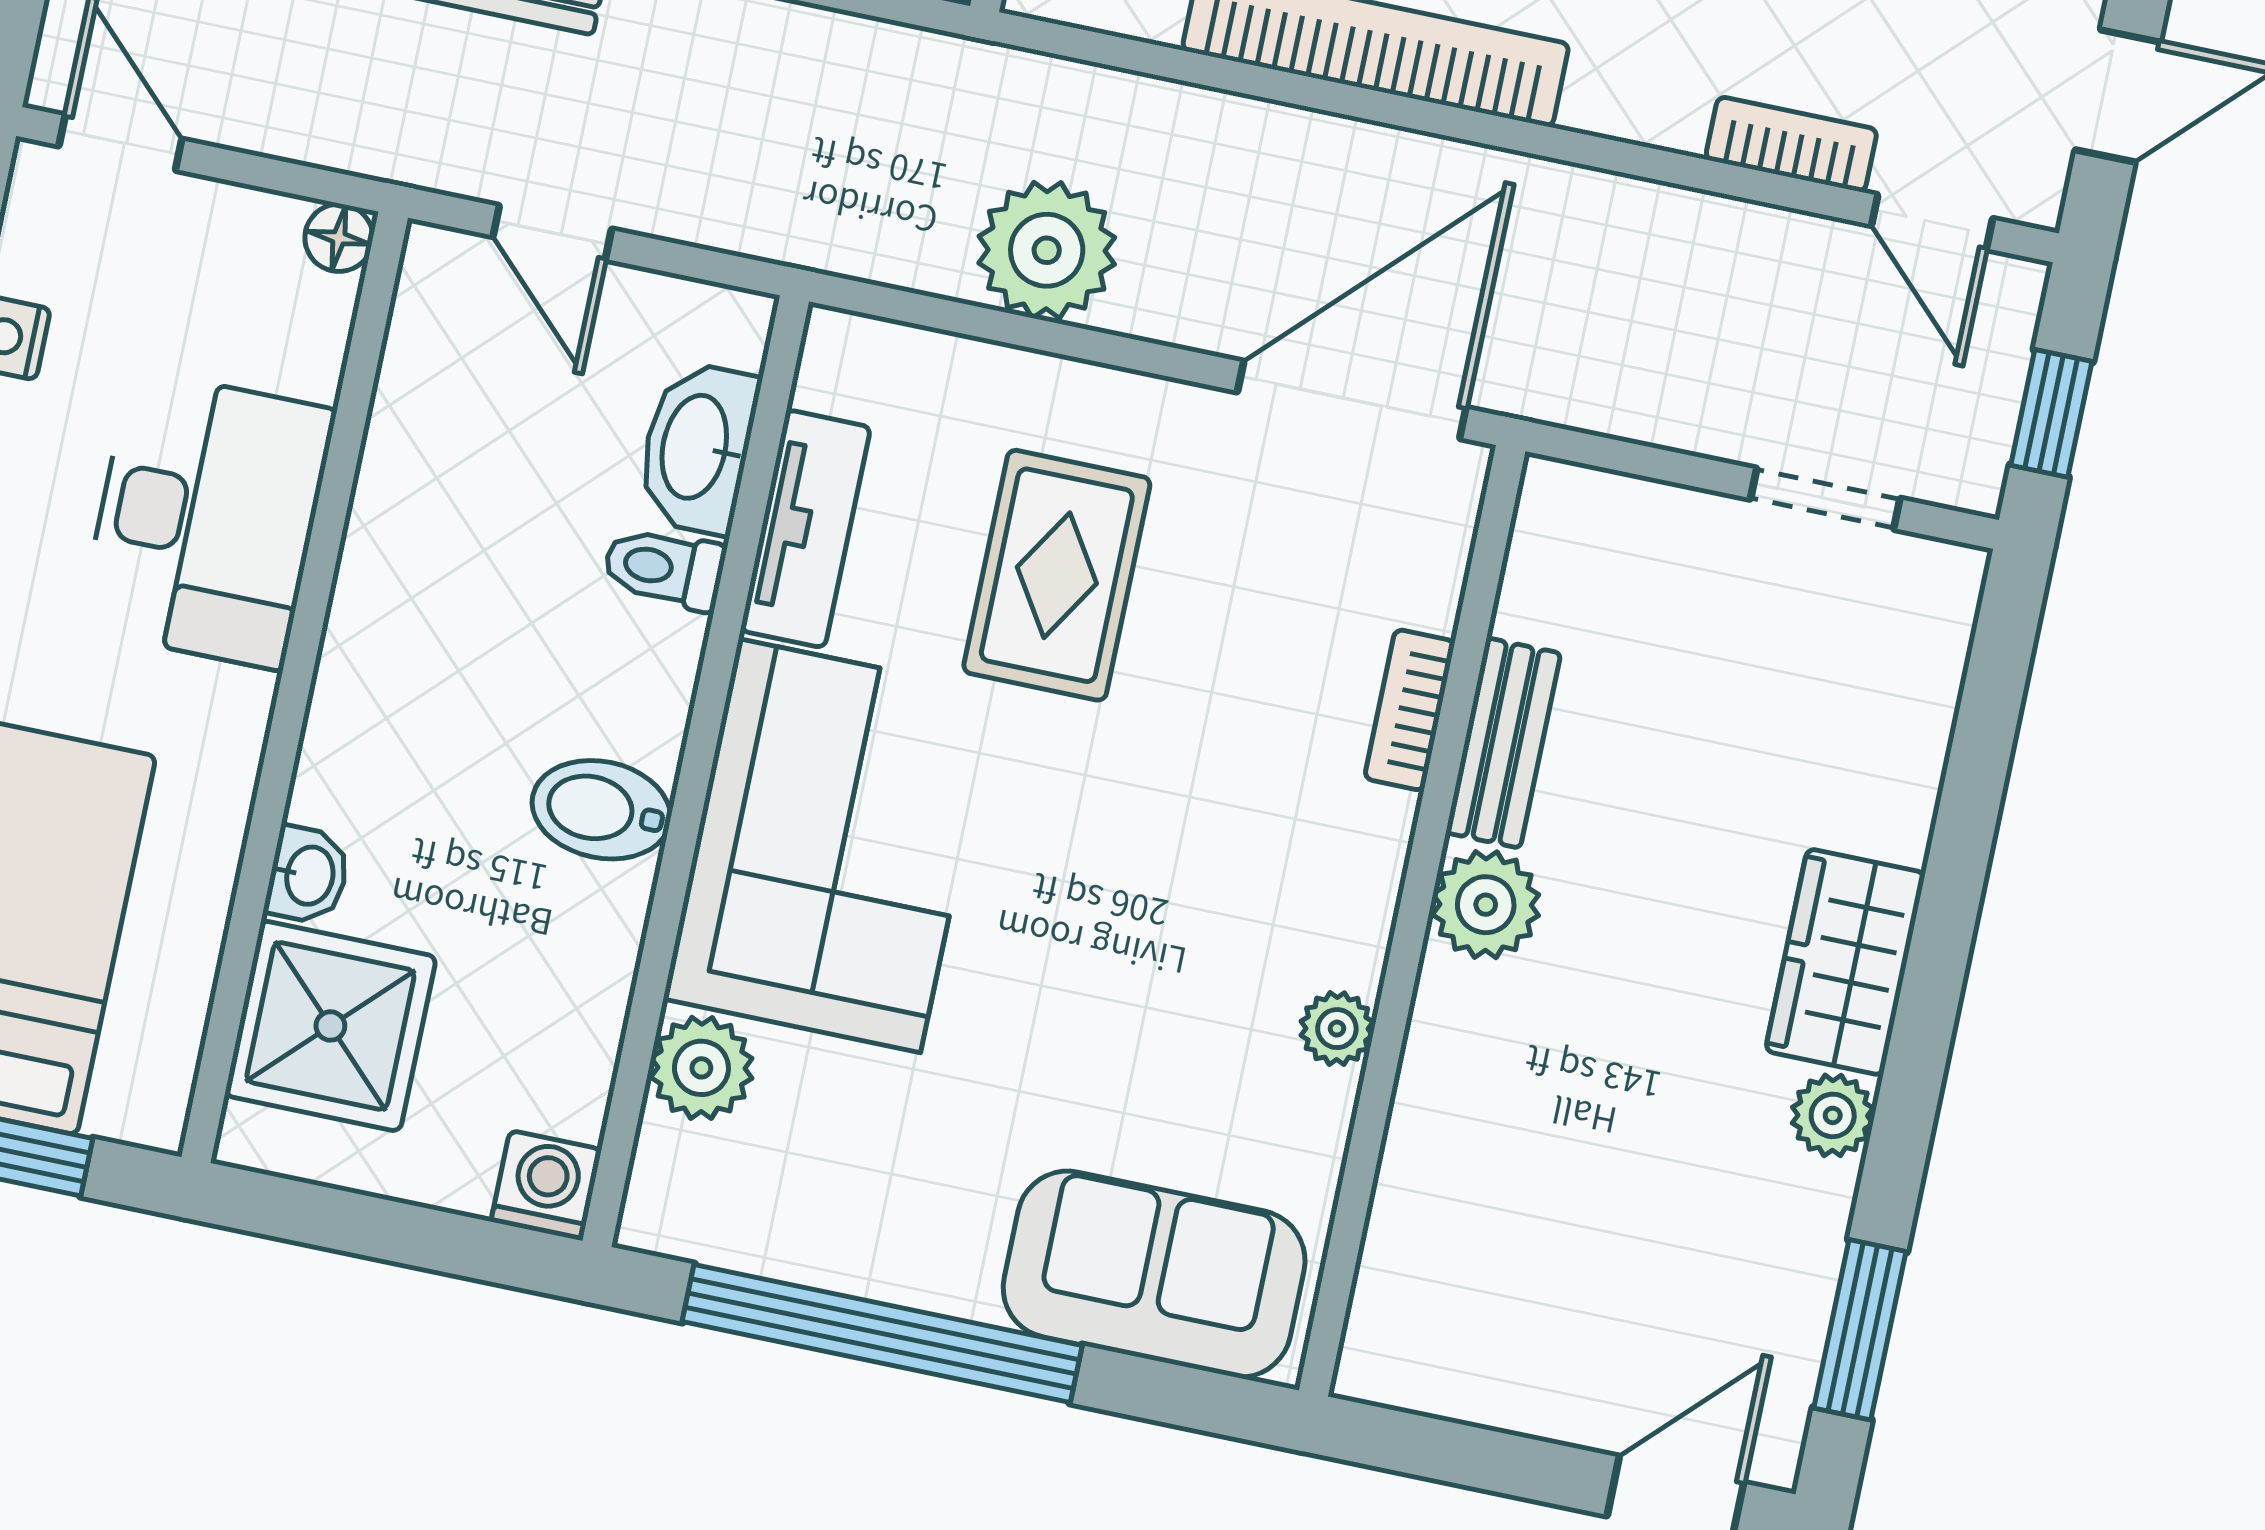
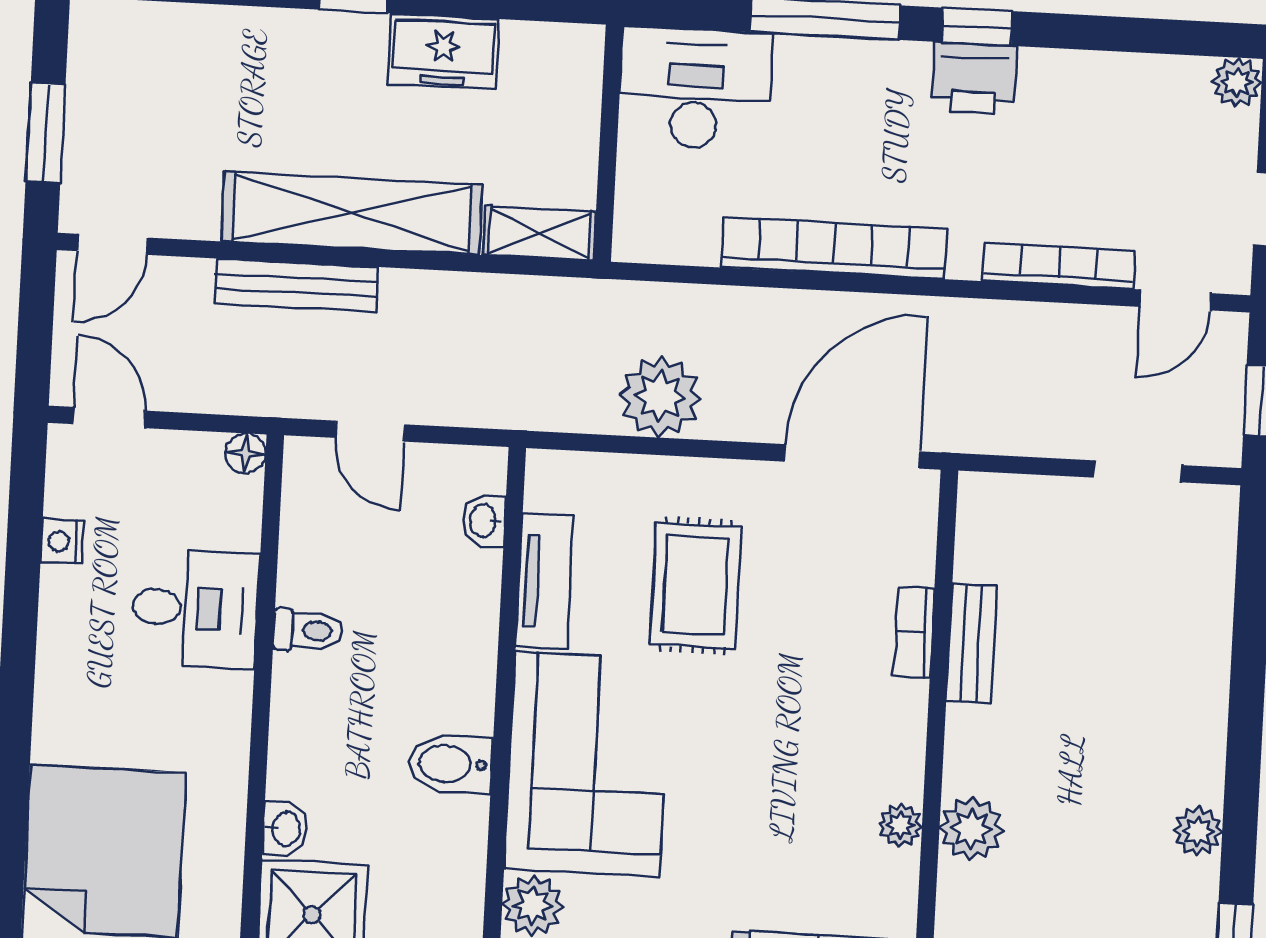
bookcase: (1791, 144) -> (1059, 266), width x1.56
door: (1932, 222) -> (1175, 300), hinge flipped
washbasin: (697, 447) -> (484, 521), width x0.52, depth x0.69
desk: (207, 519) -> (195, 608), width x0.73
toilet: (664, 568) -> (308, 630), moved, turned 180
plant: (1486, 905) -> (971, 829), moved
wardrobe: (1845, 962) -> (1191, 740), removed

